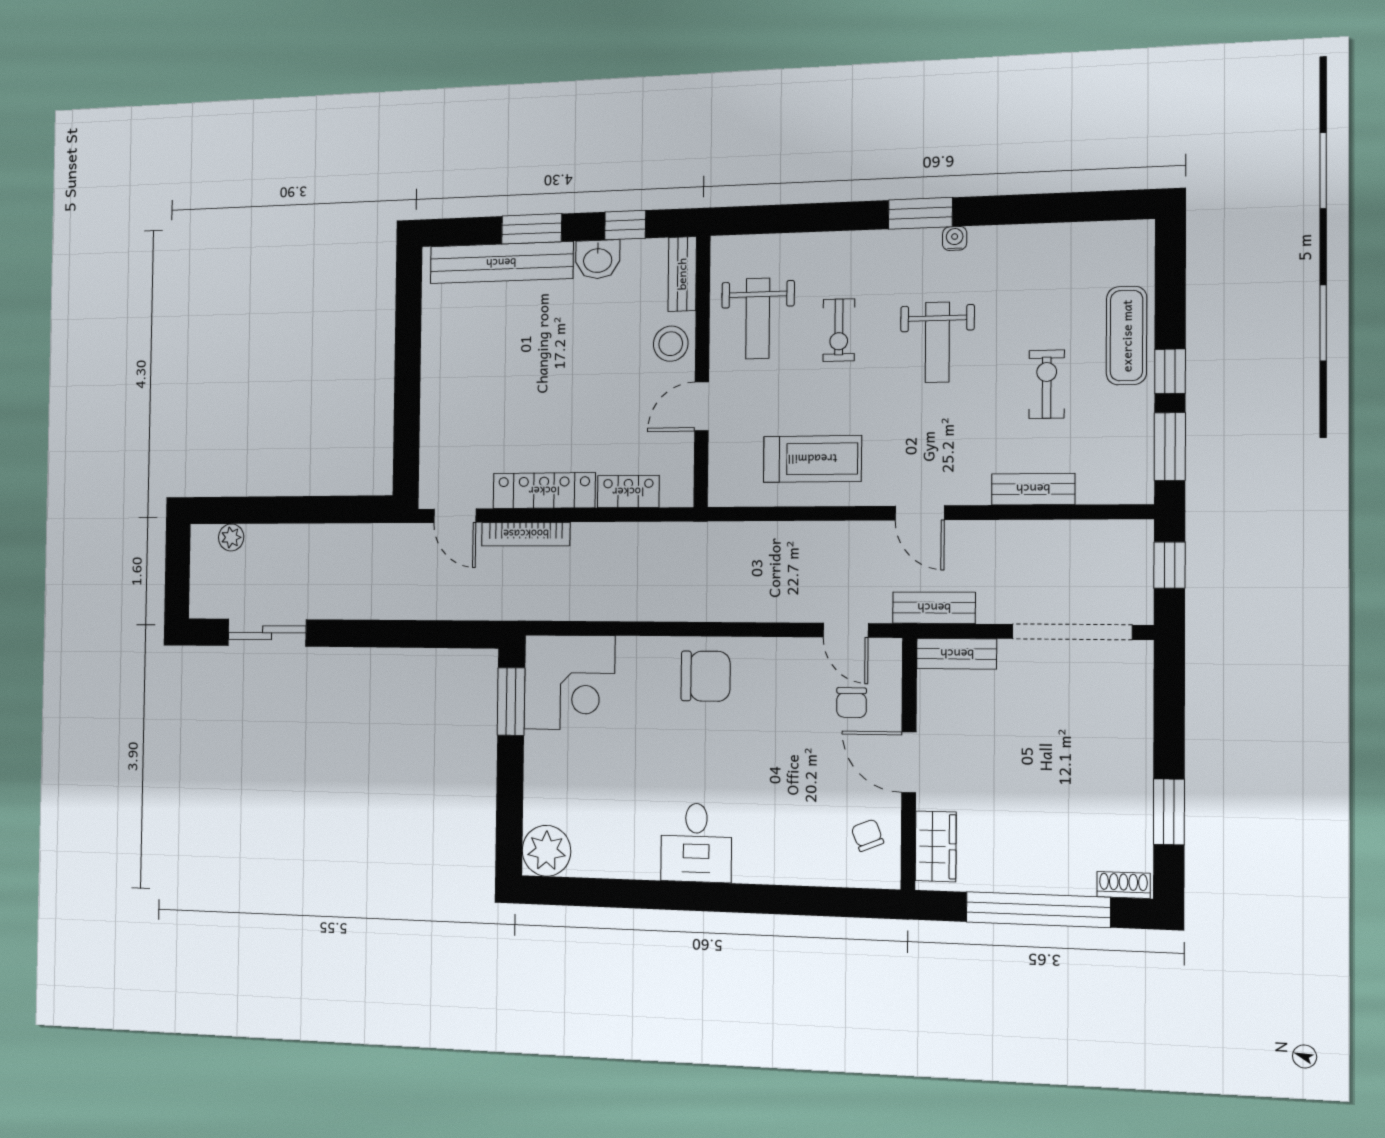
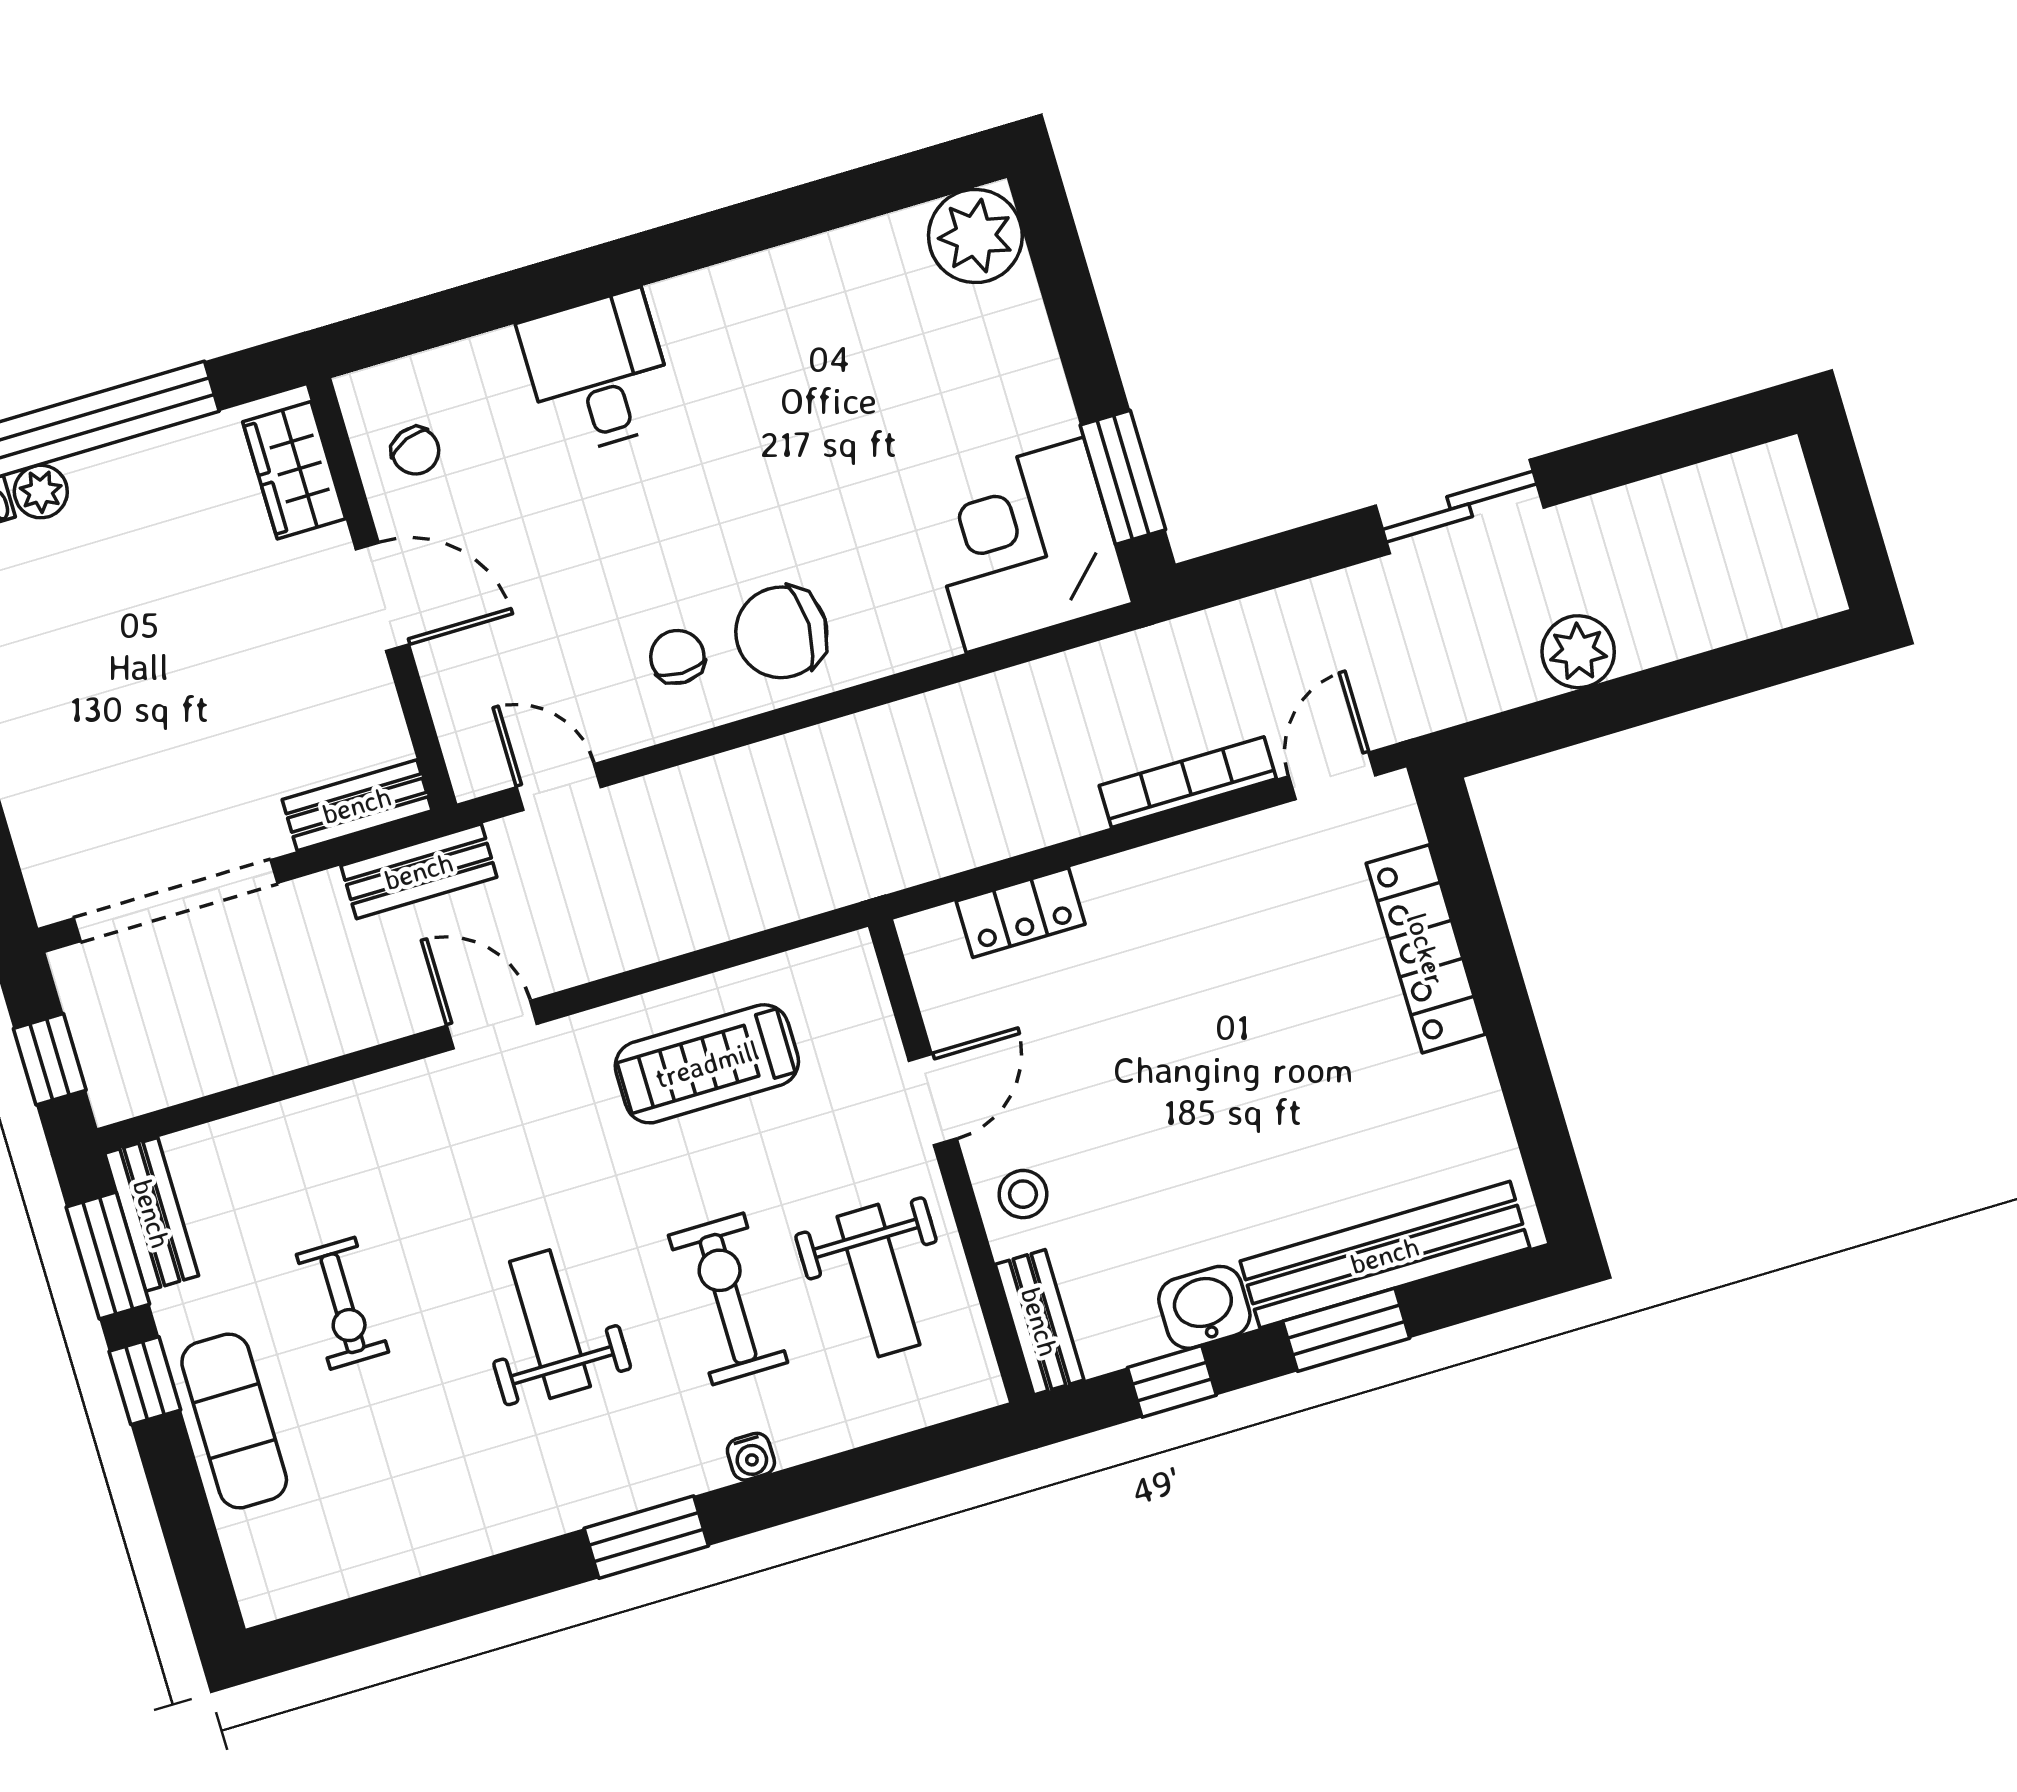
water cooler: (955, 238) -> (751, 1457), moved
weight bench: (758, 318) -> (878, 1281), turned 180
exercise bike: (839, 330) -> (728, 1299), width x1.38, depth x1.39
stool: (671, 344) -> (1023, 1194), width x0.73, depth x0.73
bench: (1033, 489) -> (152, 1214), moved, turned 90
locker: (544, 491) -> (1426, 949), moved, turned 90
door: (455, 516) -> (1332, 776), hinge flipped
plant: (231, 537) -> (1578, 652), moved, width x1.38, depth x1.38
sliding door: (267, 633) -> (1460, 507), moved
chair: (852, 703) -> (677, 657), moved
desk: (696, 843) -> (598, 373), moved
plant: (1079, 881) -> (41, 492), added

